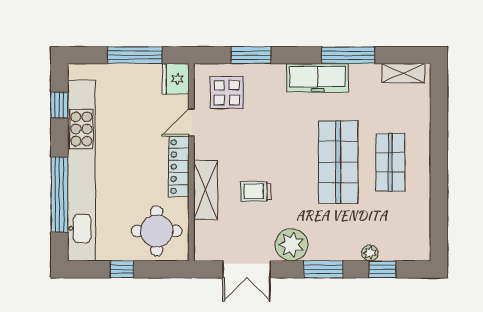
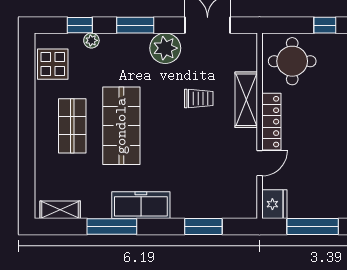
display table: (227, 92) -> (53, 64), moved

